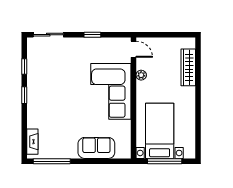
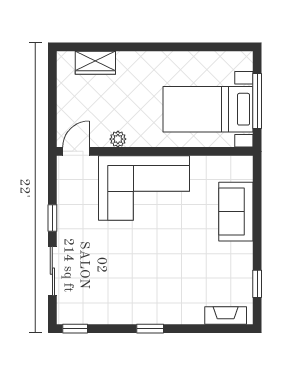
sliding door: (48, 35) -> (52, 271), moved
window: (24, 67) -> (75, 329), moved
wardrobe: (188, 67) -> (95, 63), width x0.67
window: (52, 161) -> (257, 284), width x0.46

